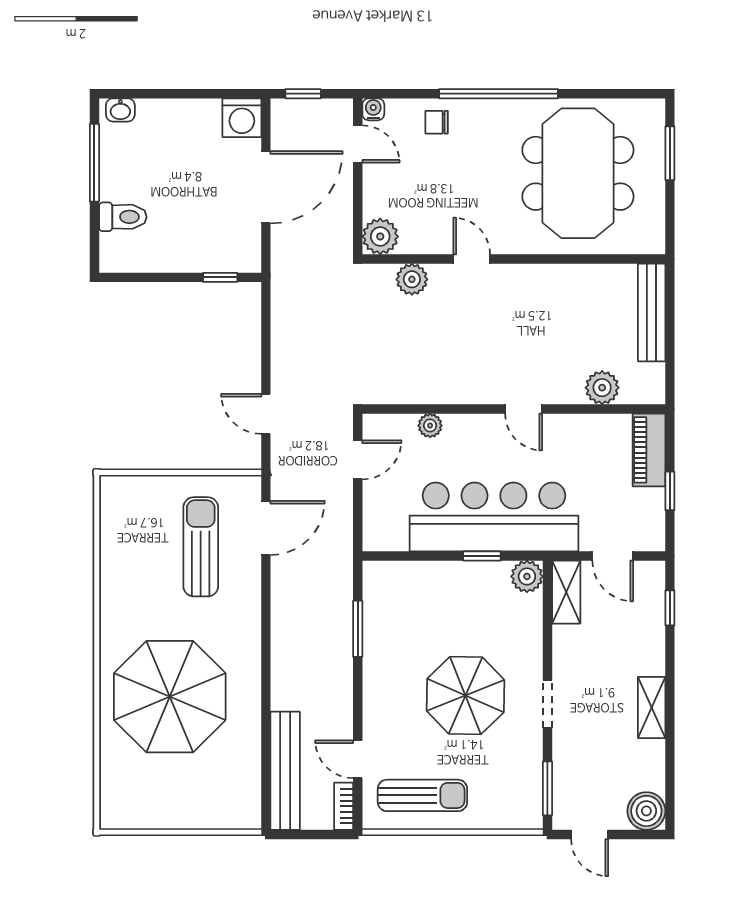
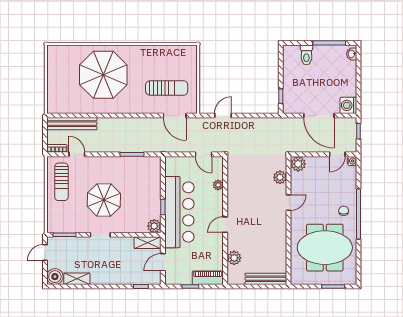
chair: (437, 122) -> (344, 211), moved
shelving: (652, 707) -> (77, 279), moved
door: (358, 759) -> (77, 154), hinge flipped

